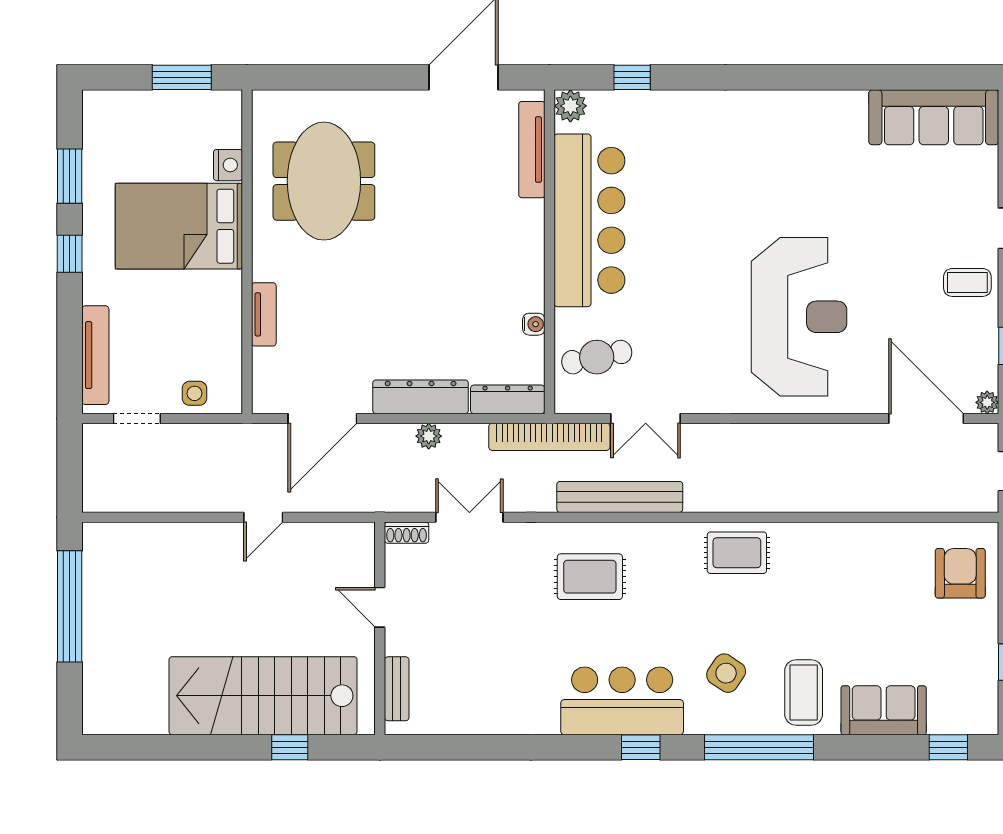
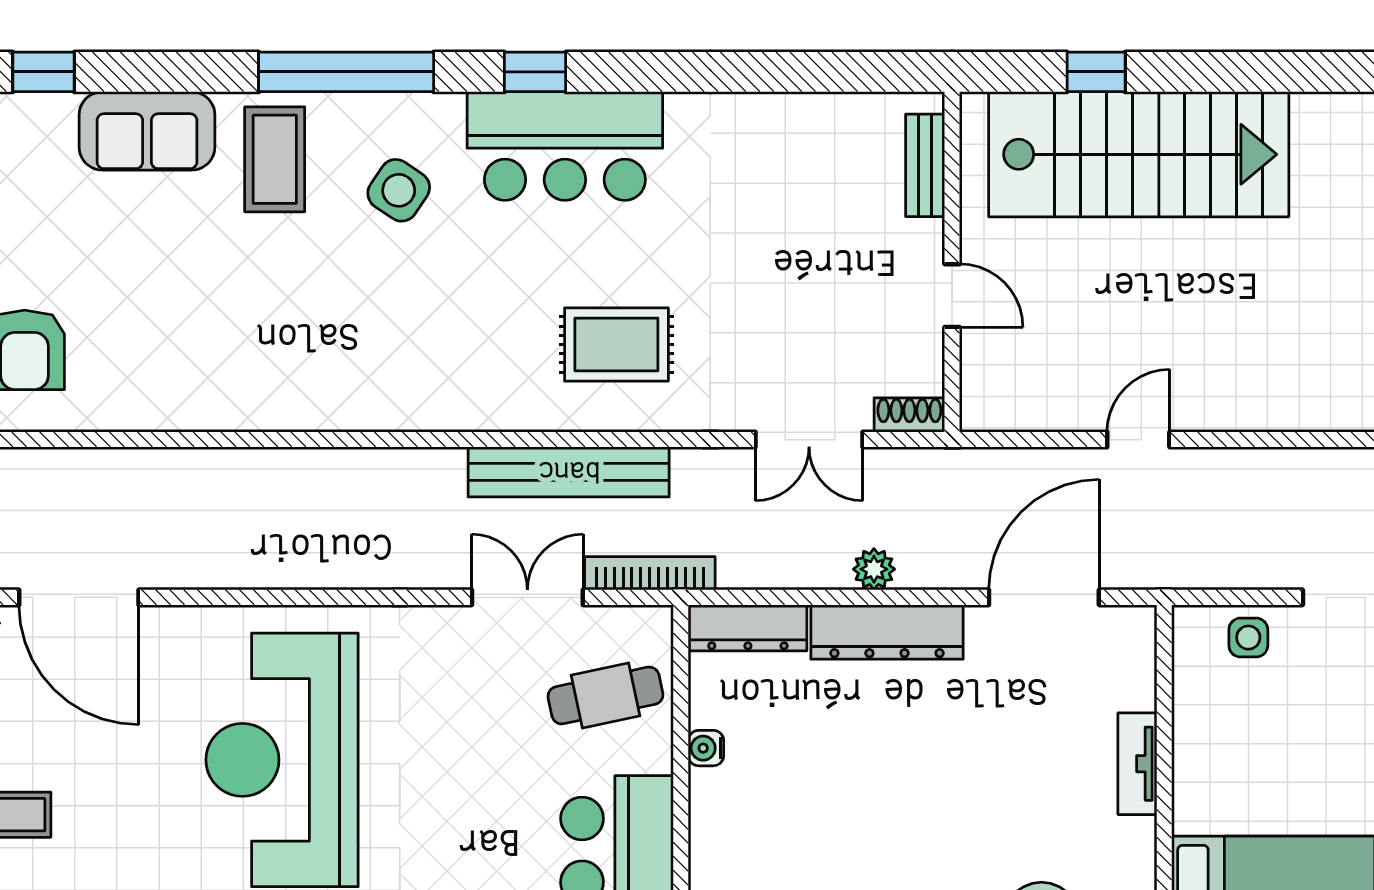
bookcase: (549, 437) -> (650, 573), width x0.68, depth x0.76
rug: (737, 553) -> (381, 383), removed

